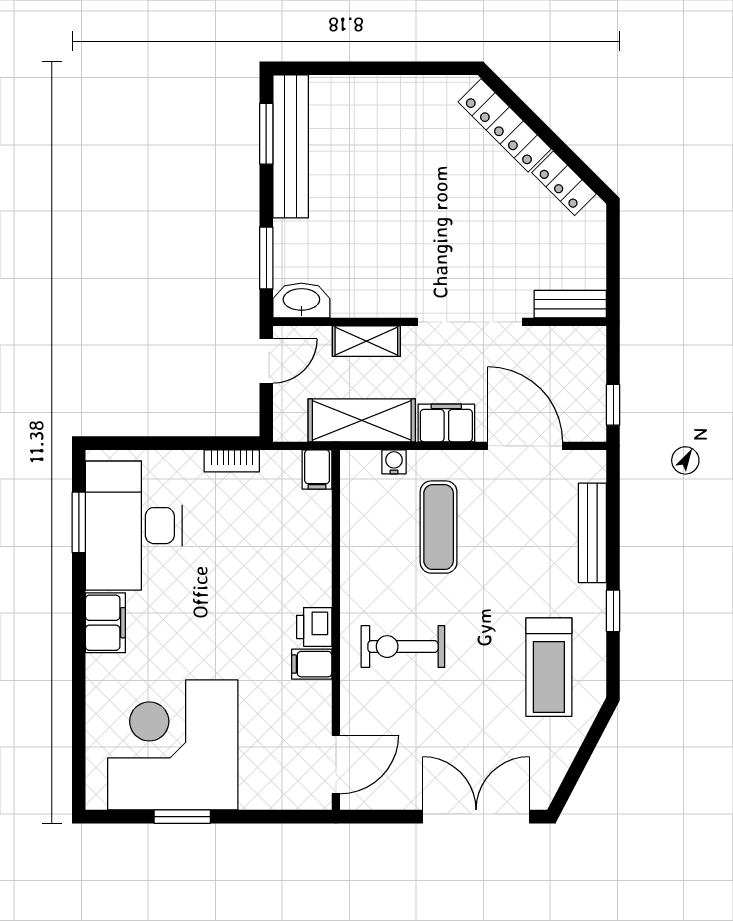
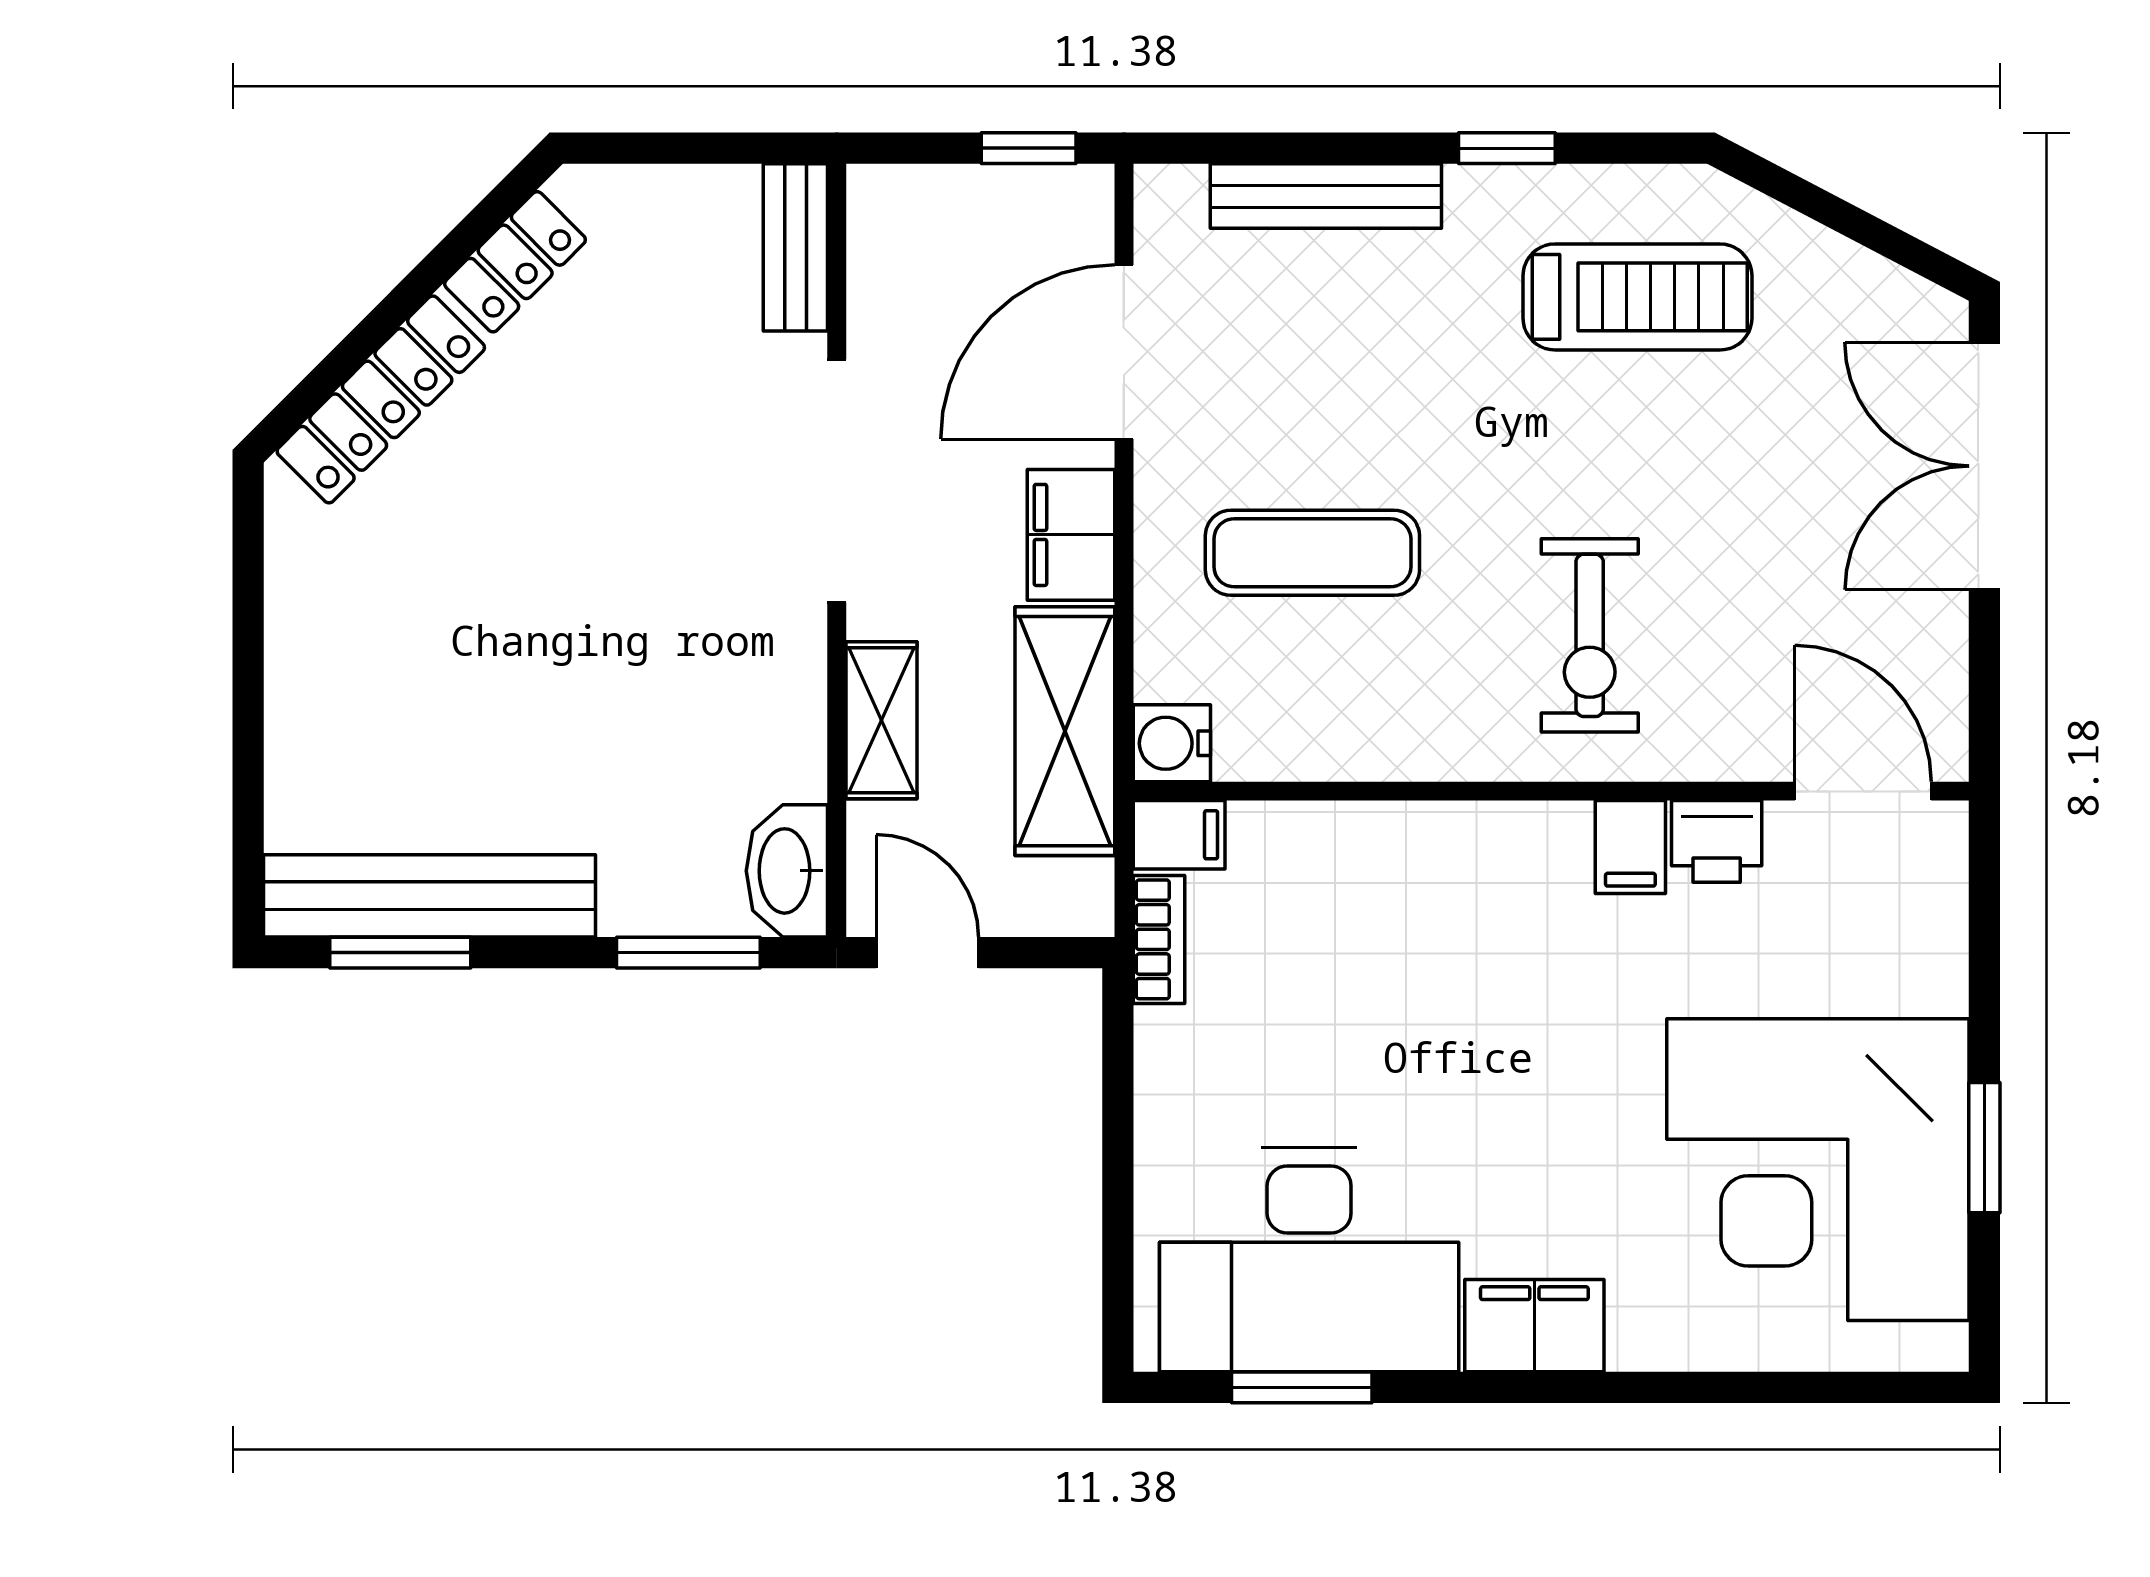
bookcase: (232, 461) -> (1159, 939), moved
water cooler: (394, 462) -> (1172, 743), moved, width x1.38, depth x1.38
printer: (314, 627) -> (1717, 841), moved

